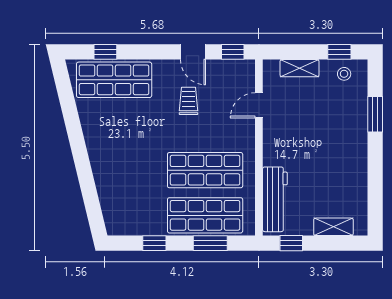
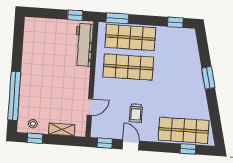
window: (375, 114) -> (14, 96), width x2.11
window: (82, 162) -> (208, 78), added
shelving: (333, 227) -> (47, 24), removed
window: (154, 243) -> (175, 22), moved
window: (210, 243) -> (117, 18), moved

